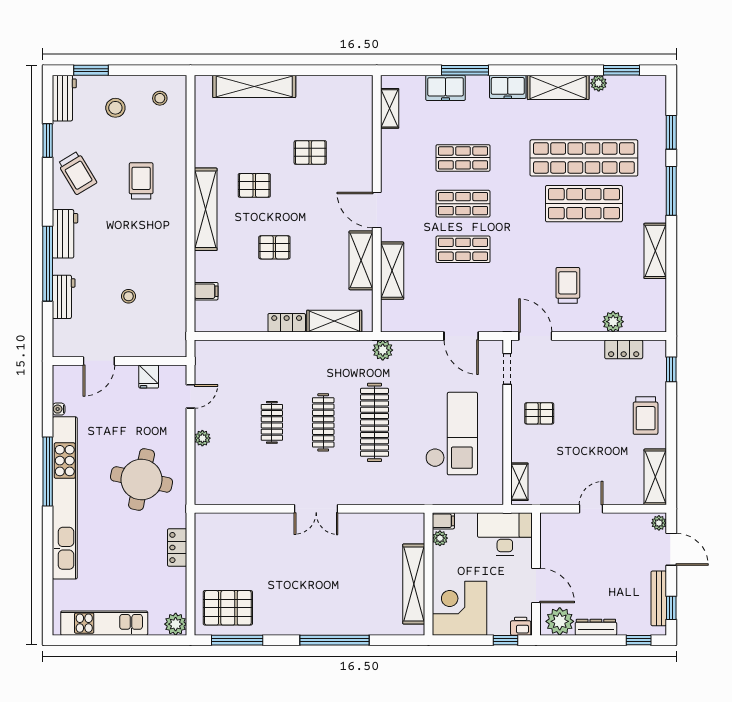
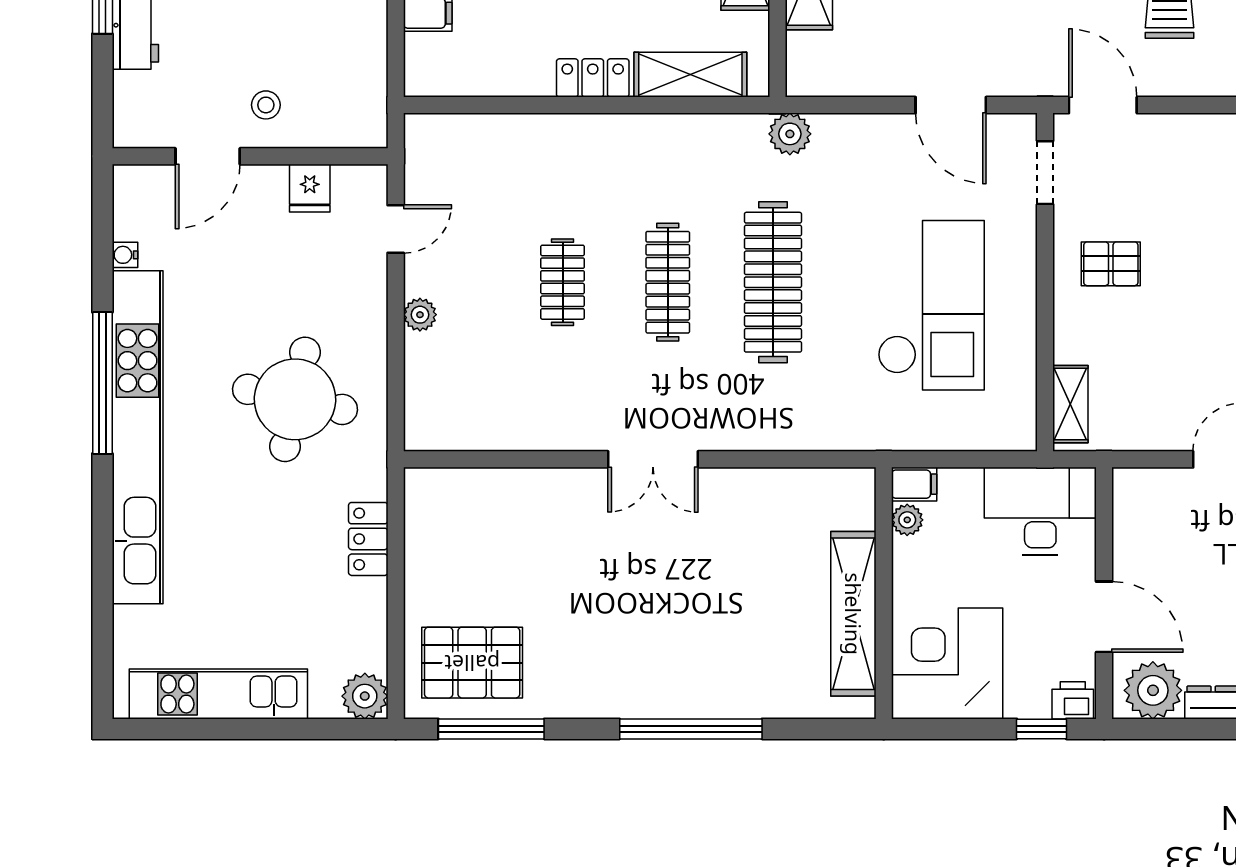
stool: (129, 296) -> (266, 105), moved

